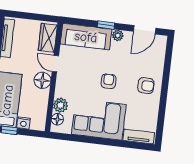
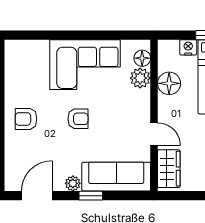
floor lamp: (42, 80) -> (169, 83), moved
armchair: (109, 81) -> (78, 119), turned -90
tv unit: (139, 137) -> (27, 48), removed

